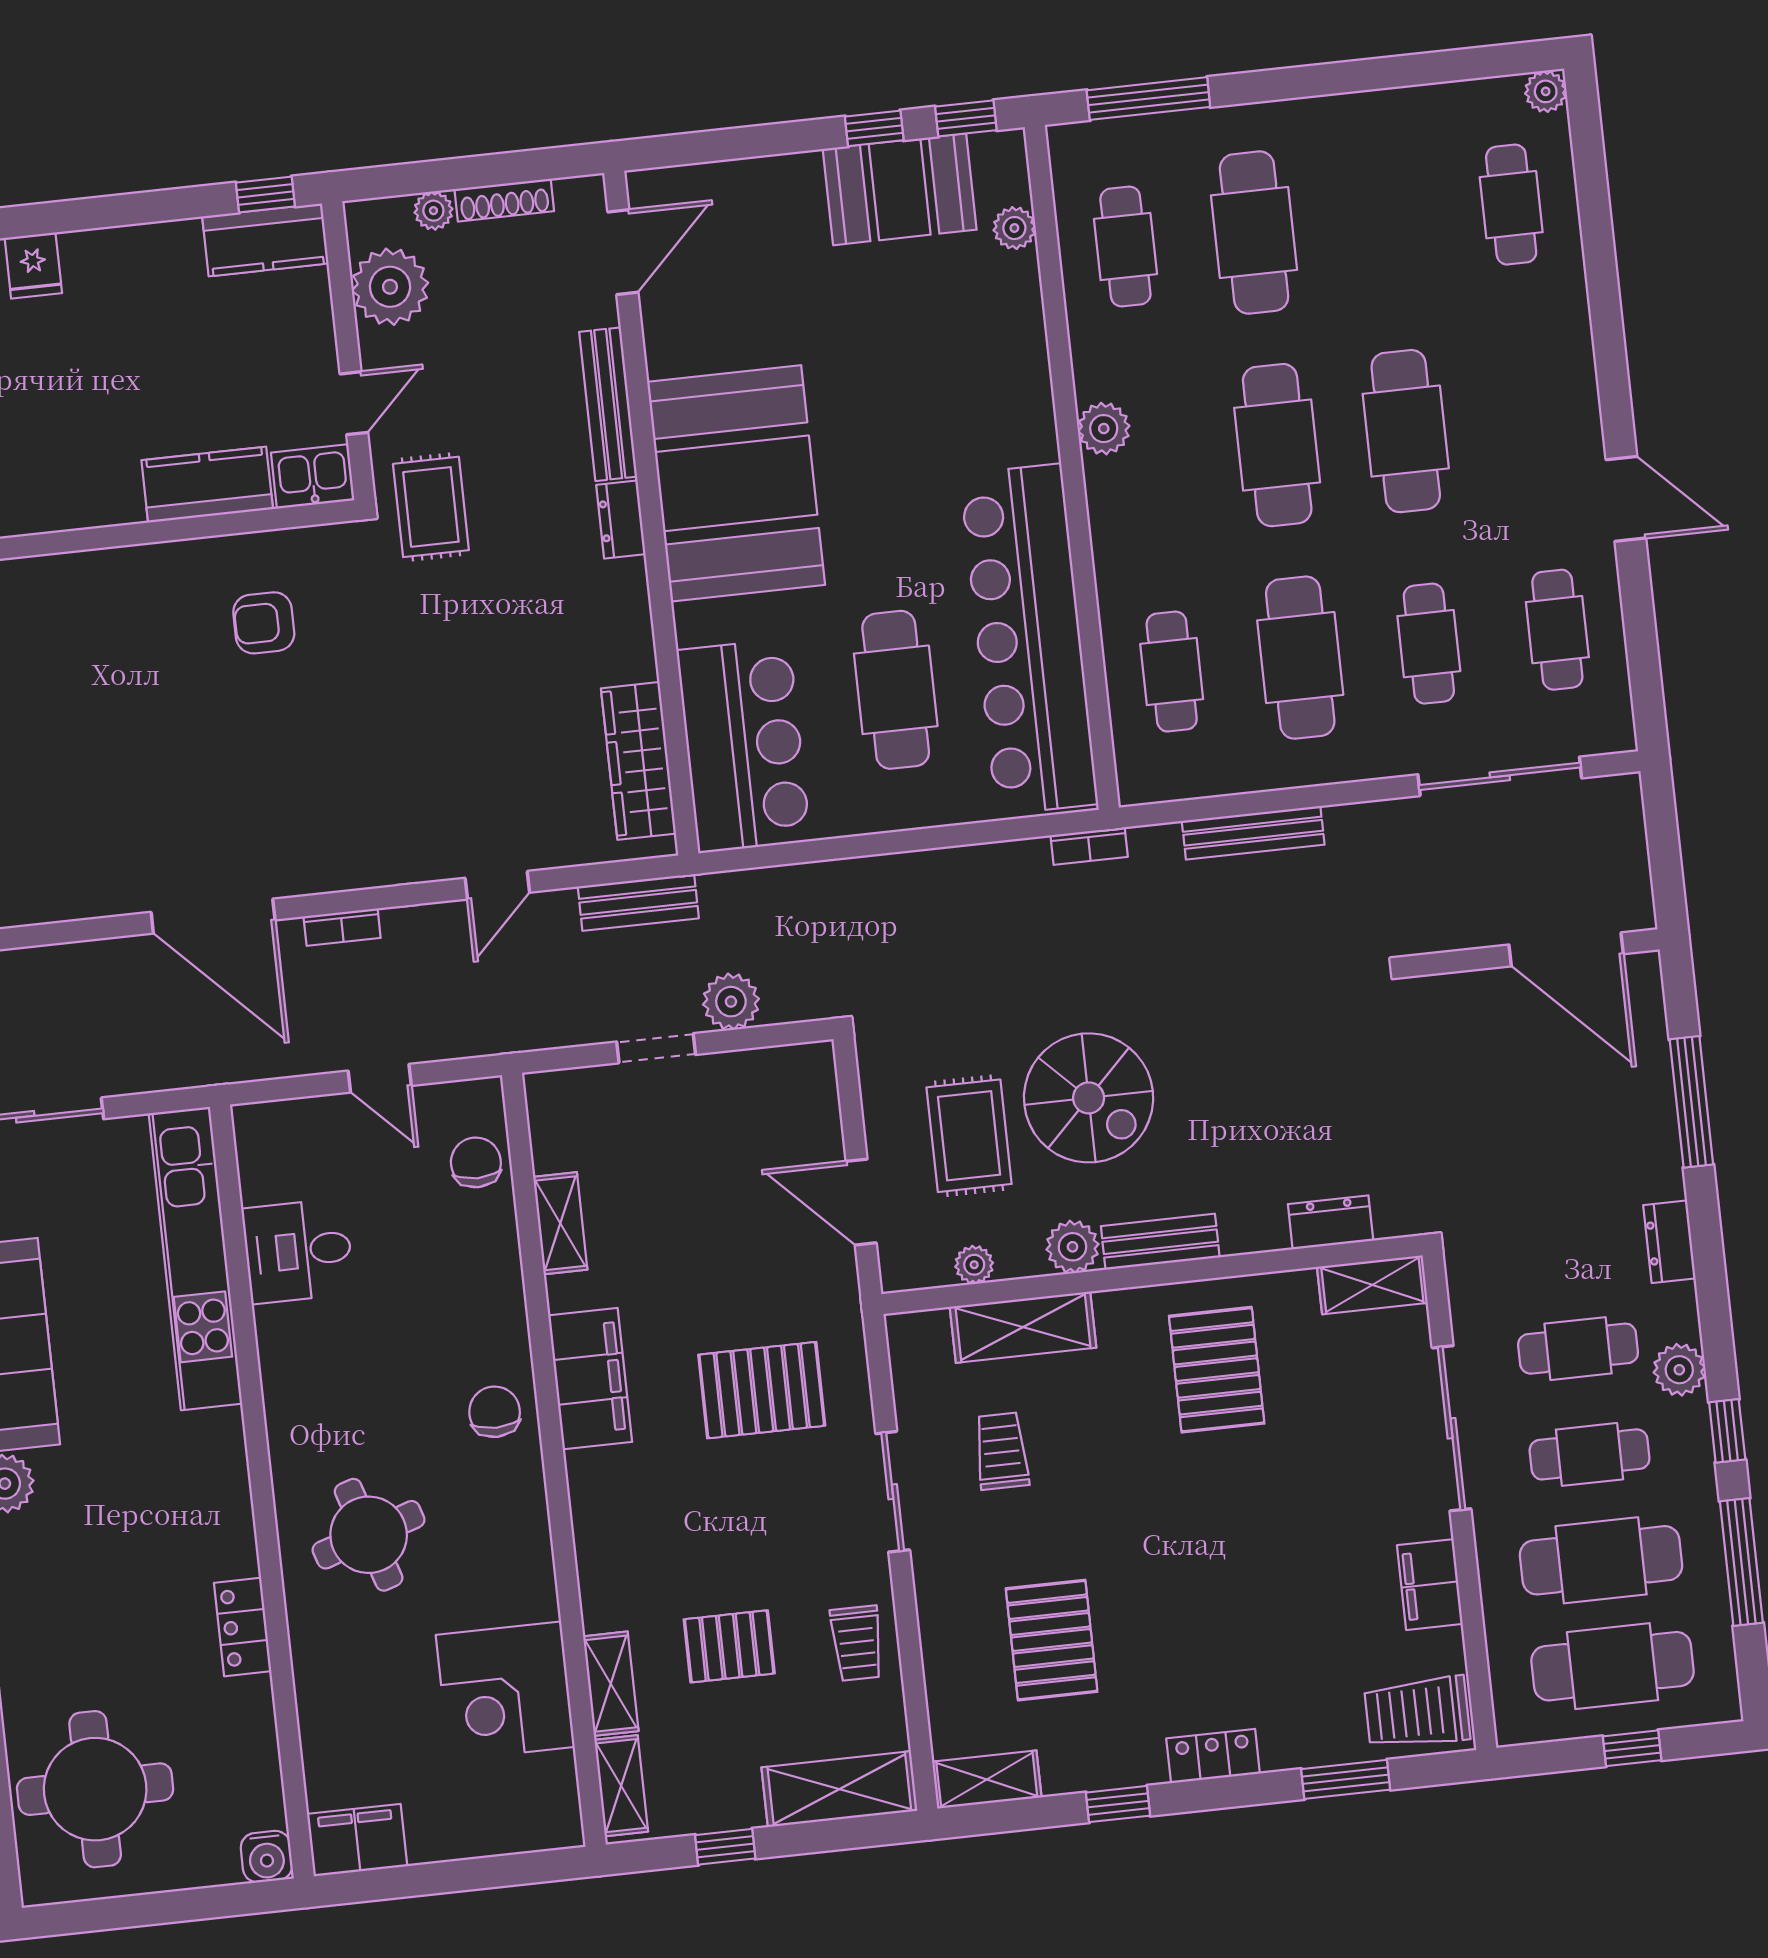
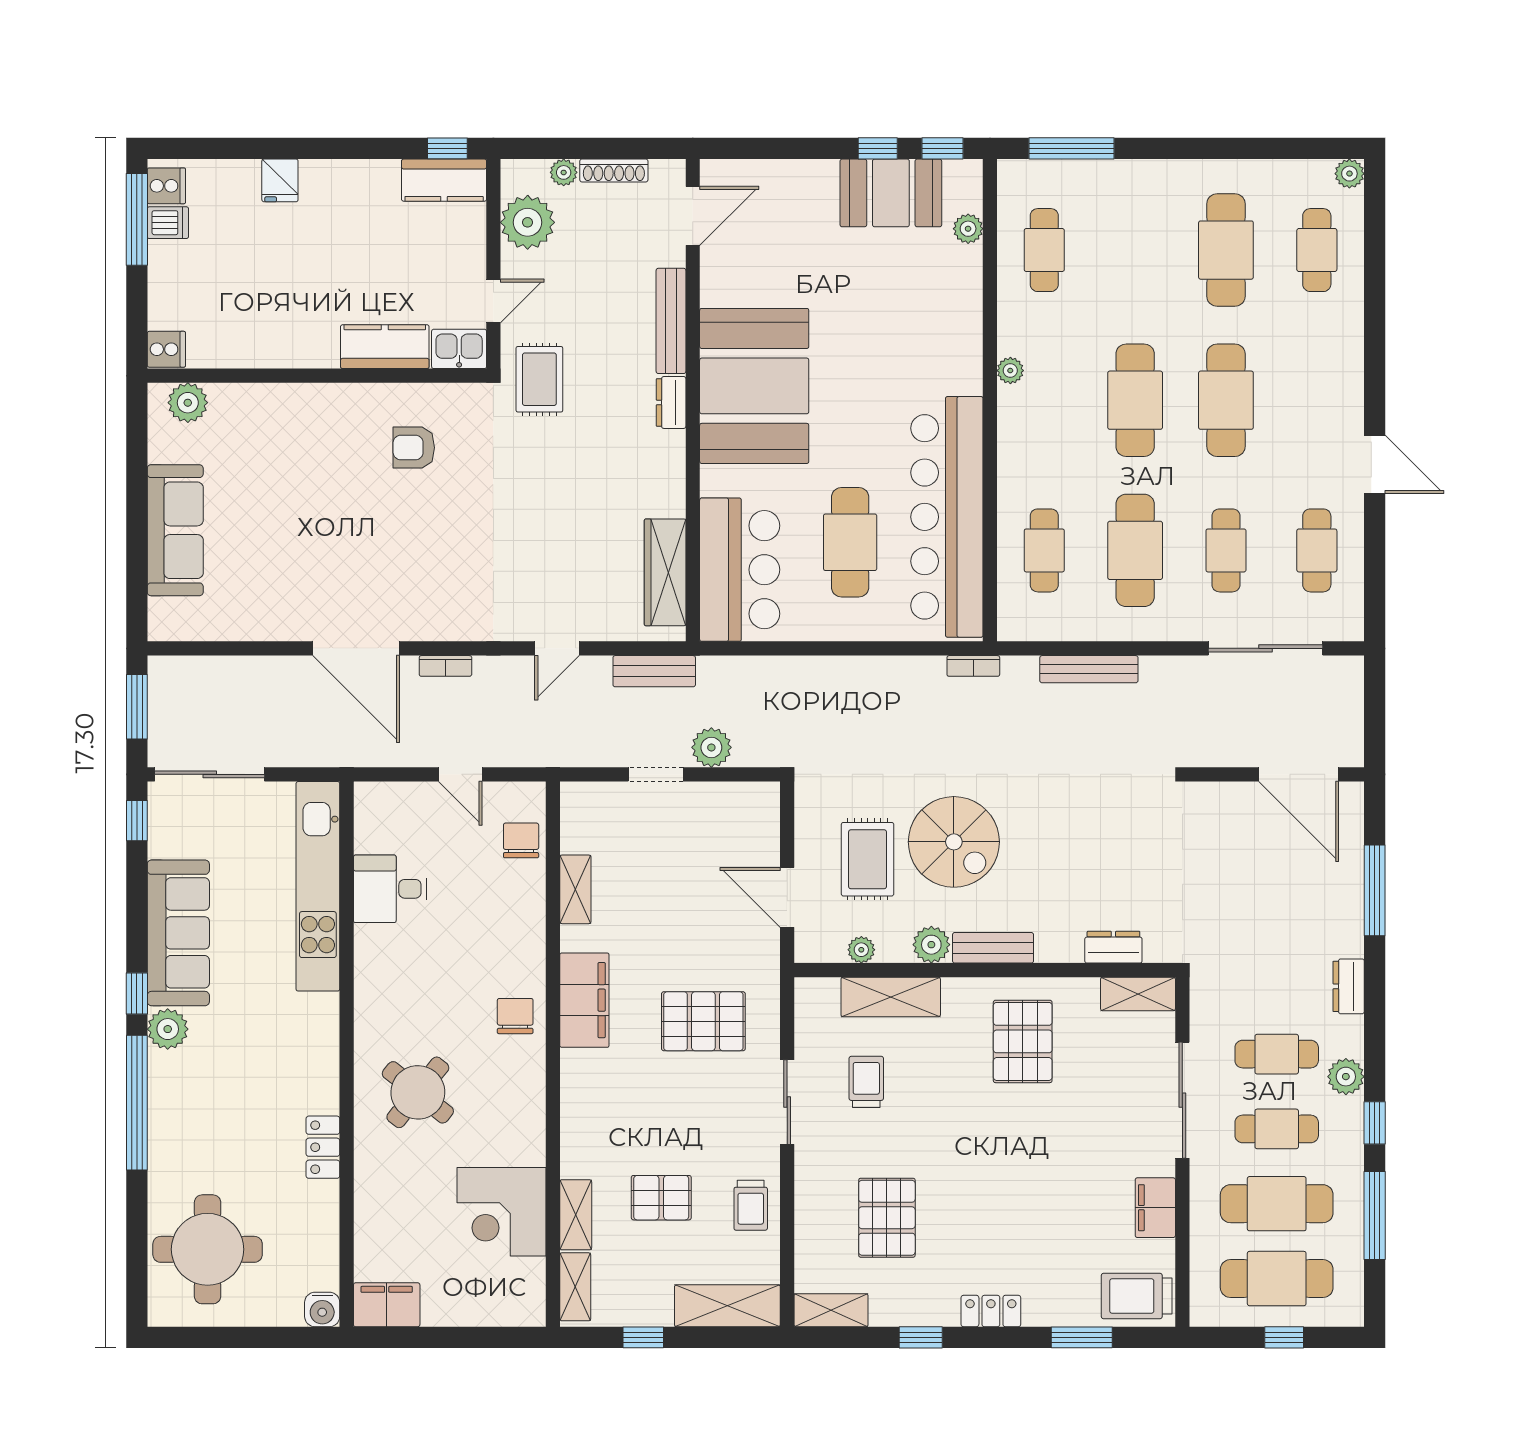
cafe table: (1254, 233) -> (1226, 250), moved
plant: (1104, 429) -> (1010, 371), width x0.73, depth x0.73
round table: (369, 1535) -> (418, 1092), turned -33

